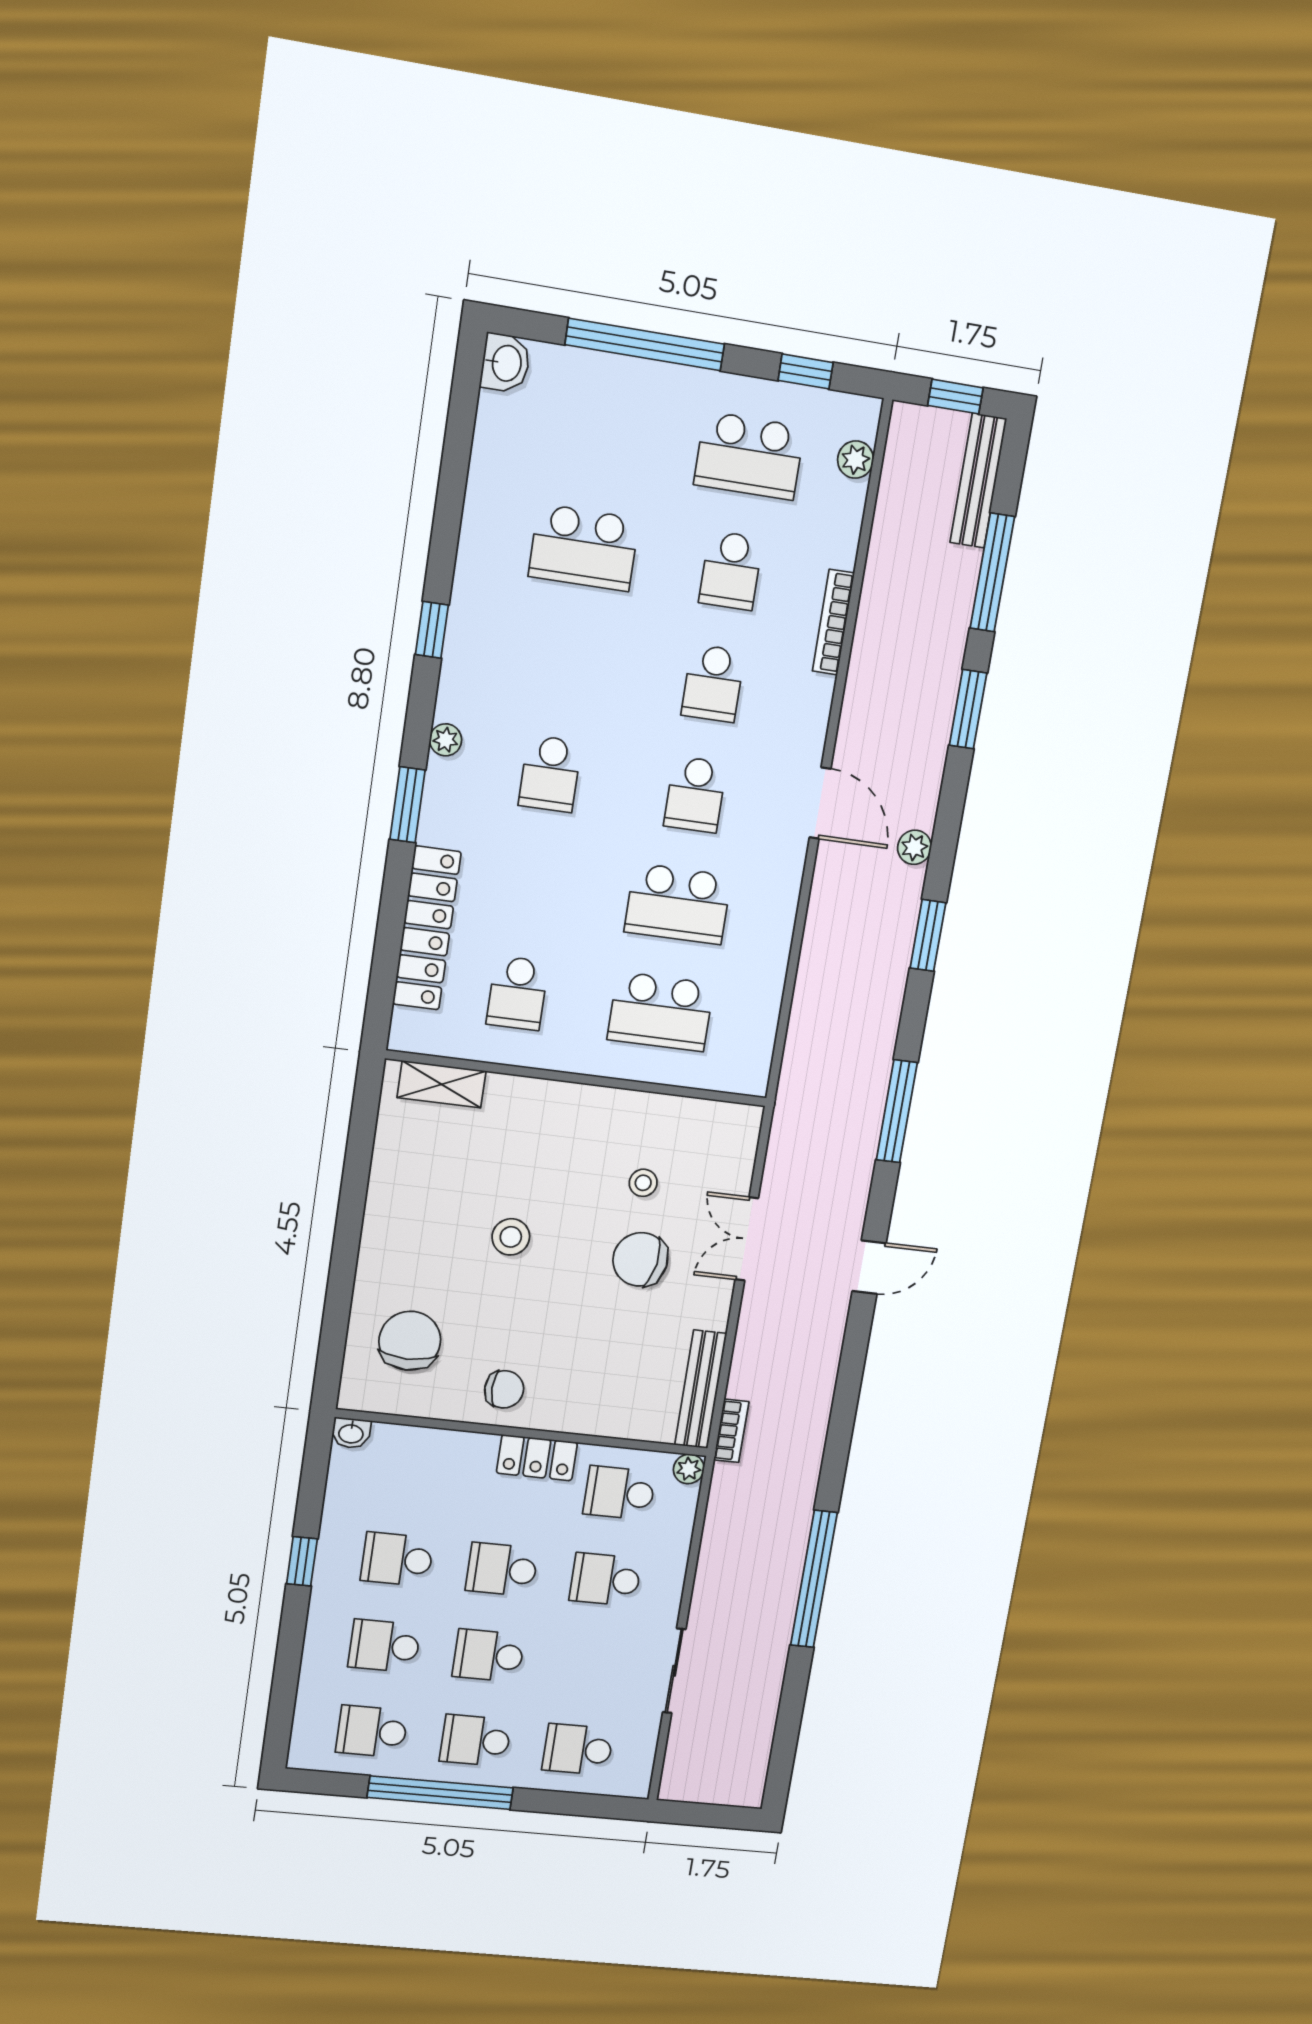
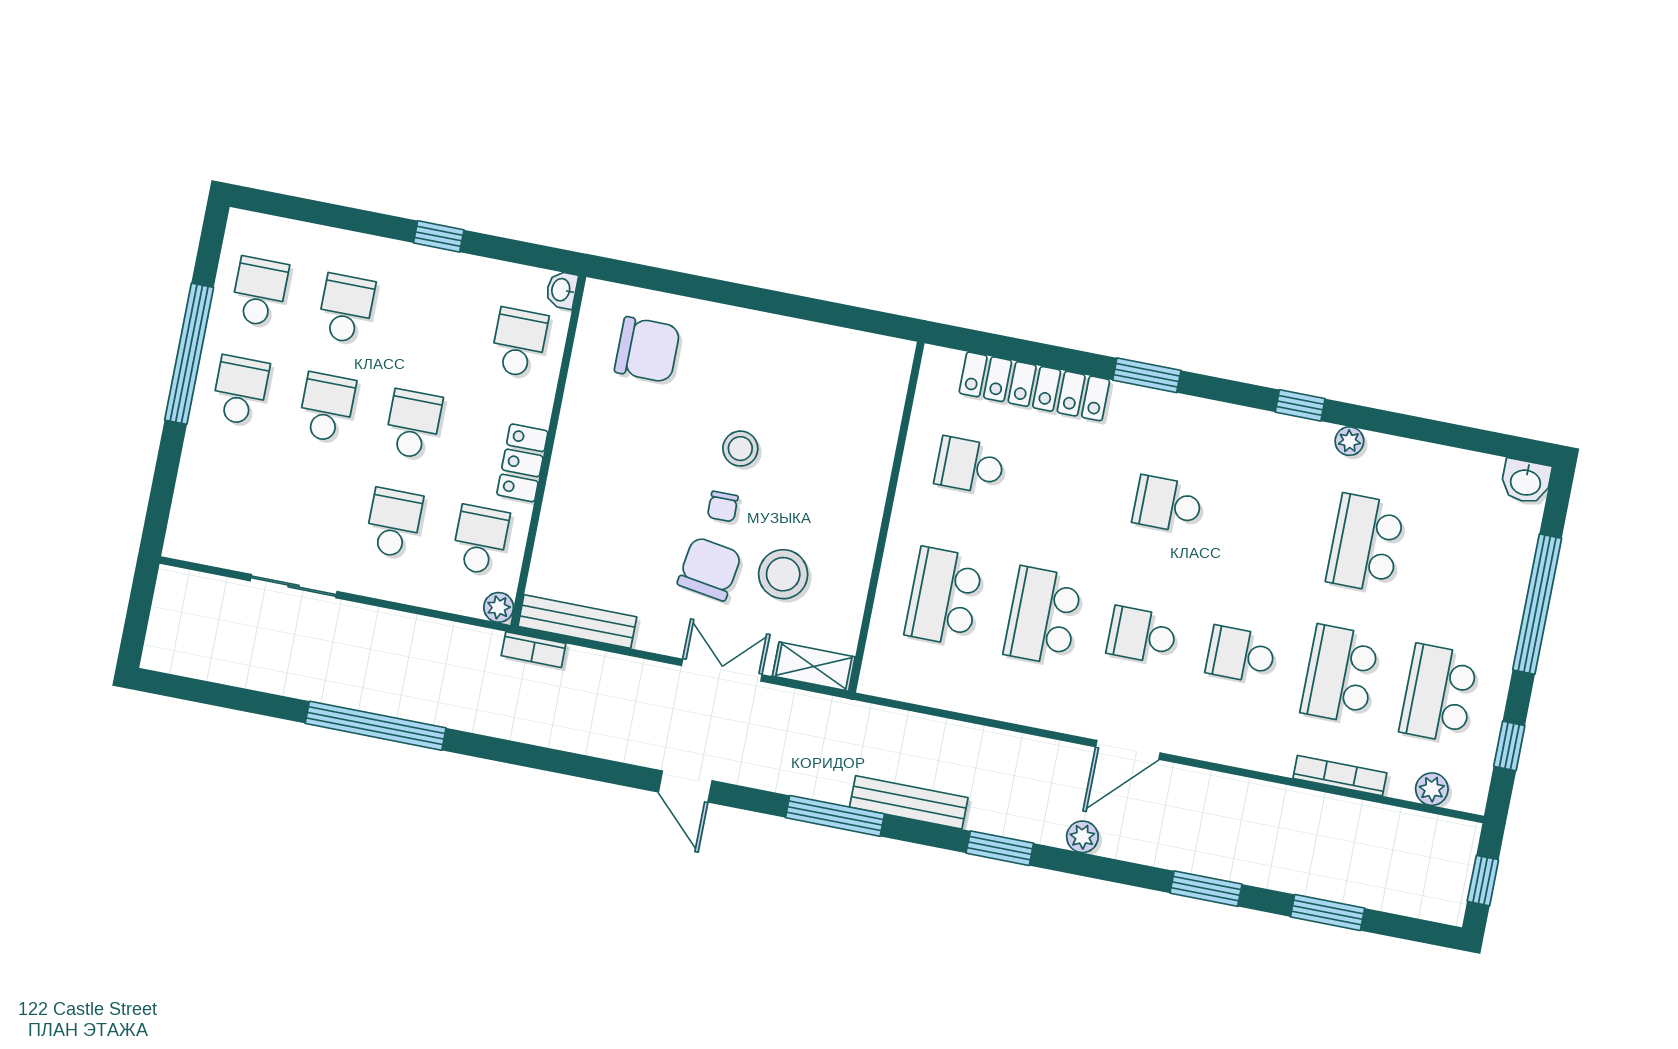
bench: (978, 481) -> (909, 802), moved
school desk: (731, 570) -> (1340, 674), width x1.85
window: (992, 572) -> (1328, 912), width x0.69
bookcase: (833, 622) -> (1340, 776), moved
plant: (446, 740) -> (1349, 441), moved
shelving: (442, 1084) -> (814, 667), moved, turned 90
stool: (643, 1183) -> (783, 574), width x1.89, depth x1.89
chair: (504, 1389) -> (723, 507), moved, width x0.73, depth x0.73
school desk: (397, 1559) -> (519, 343), moved
school desk: (578, 1749) -> (221, 489), removed

